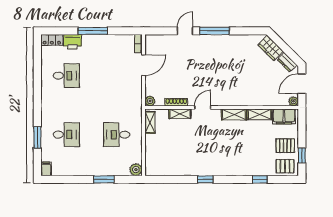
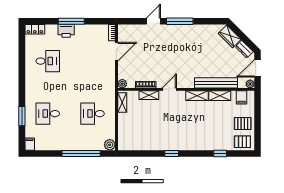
printer: (73, 42) -> (66, 31), moved
bench: (255, 100) -> (216, 83), added
filing cabinet: (284, 116) -> (242, 97), width x0.50
desk: (66, 135) -> (48, 114), turned 180
window: (302, 155) -> (257, 132), removed
window: (104, 179) -> (81, 153), width x2.11

